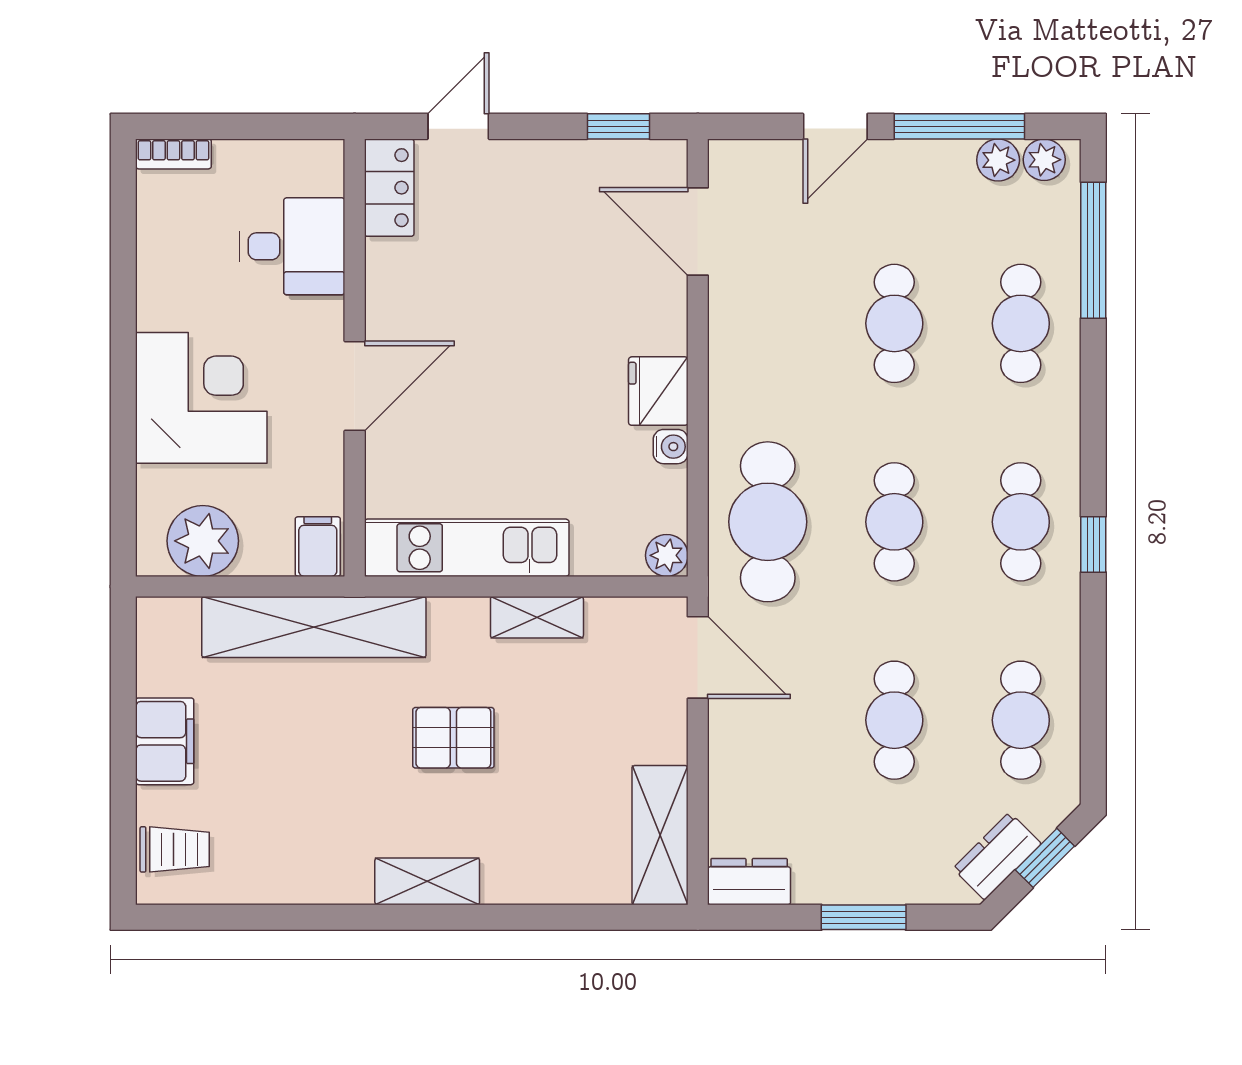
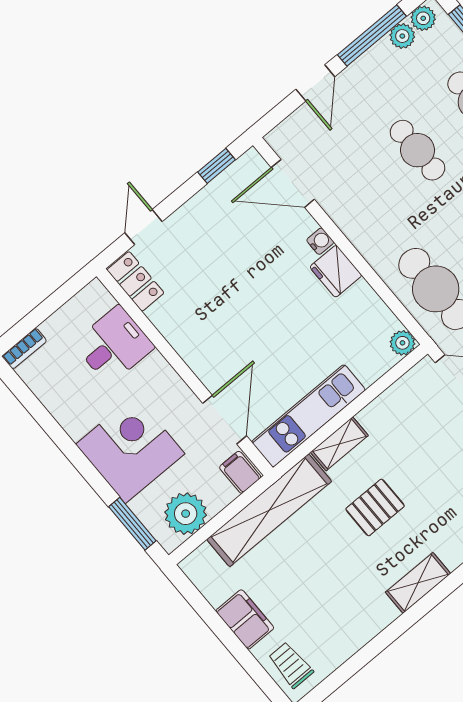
door: (355, 386) -> (225, 420), moved
water cooler: (671, 447) -> (320, 241), moved
window: (123, 497) -> (132, 524), added
shelving: (537, 617) -> (339, 444), moved
trolley: (175, 849) -> (291, 665), turned -90

